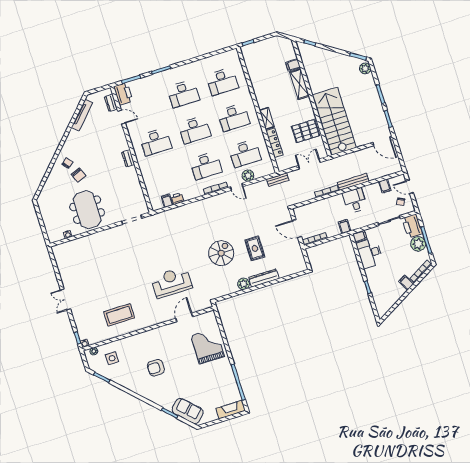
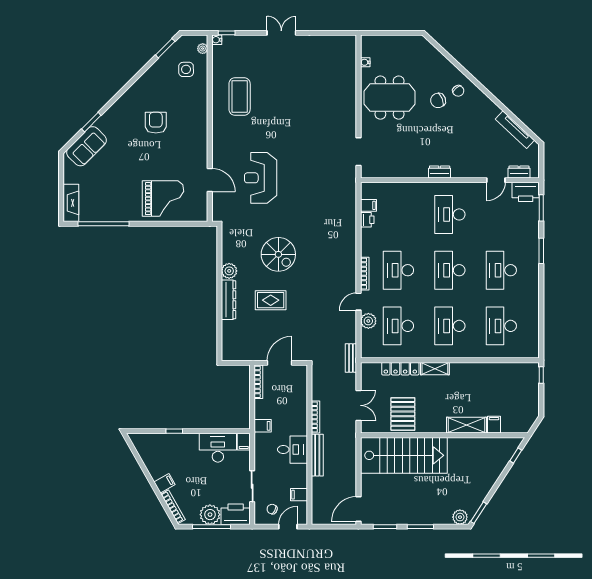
reception desk: (171, 282) -> (261, 178), turned 180

